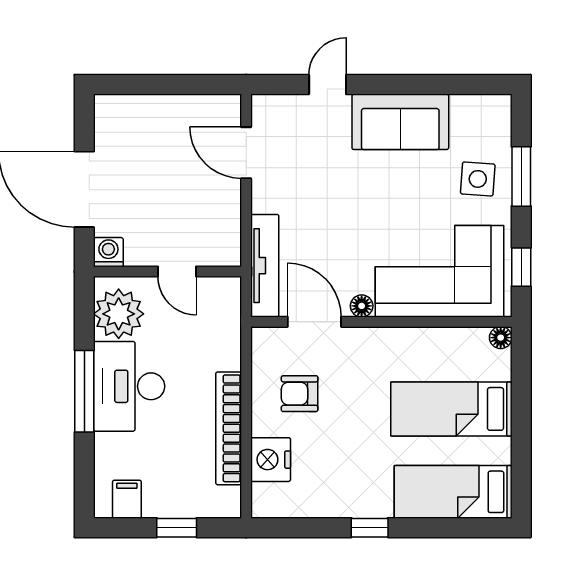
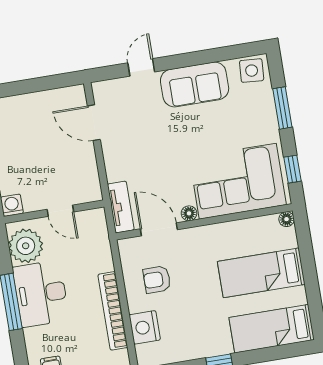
side table: (478, 179) -> (252, 71), moved
tv unit: (265, 266) -> (121, 207), width x0.71

